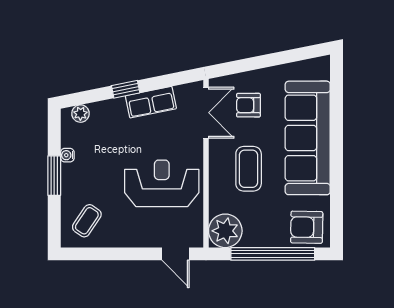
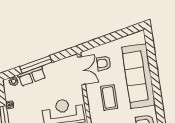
window: (126, 89) -> (36, 64), width x2.17
row of seats: (151, 102) -> (32, 76), moved

